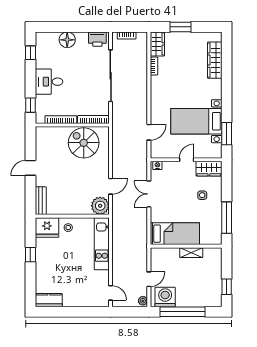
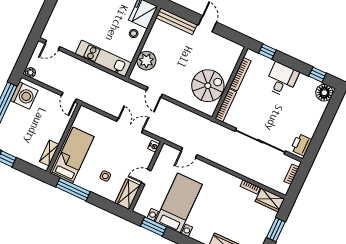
floor lamp: (67, 40) -> (324, 93), moved
door: (149, 132) -> (189, 153), hinge flipped
door: (187, 160) -> (146, 177), swing flipped
bench: (41, 201) -> (176, 21), width x1.36
plant: (100, 206) -> (146, 61), moved
bed: (175, 234) -> (73, 155), moved, turned 180
shelving: (191, 253) -> (49, 153), moved
door: (149, 279) -> (69, 97), moved

